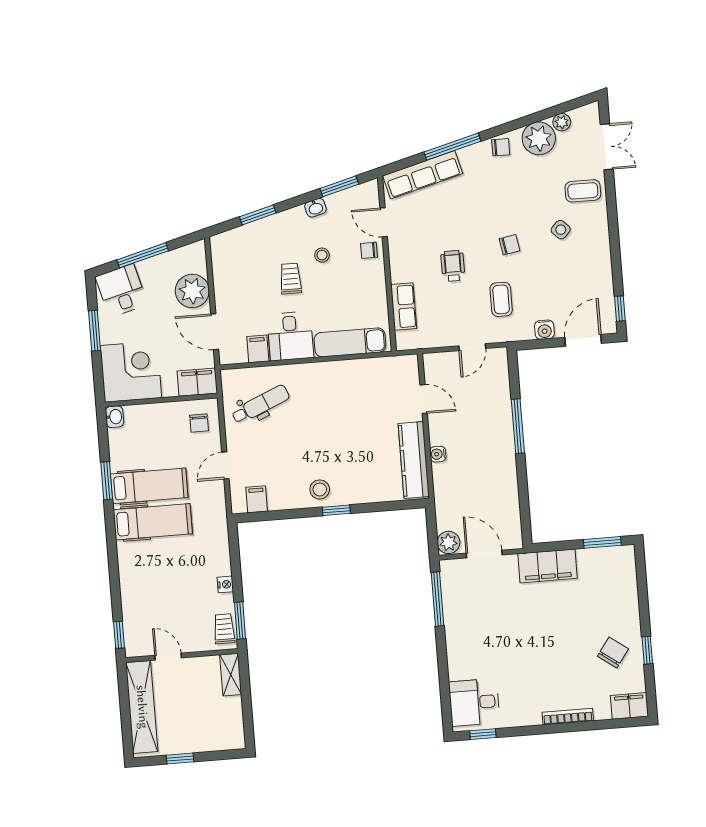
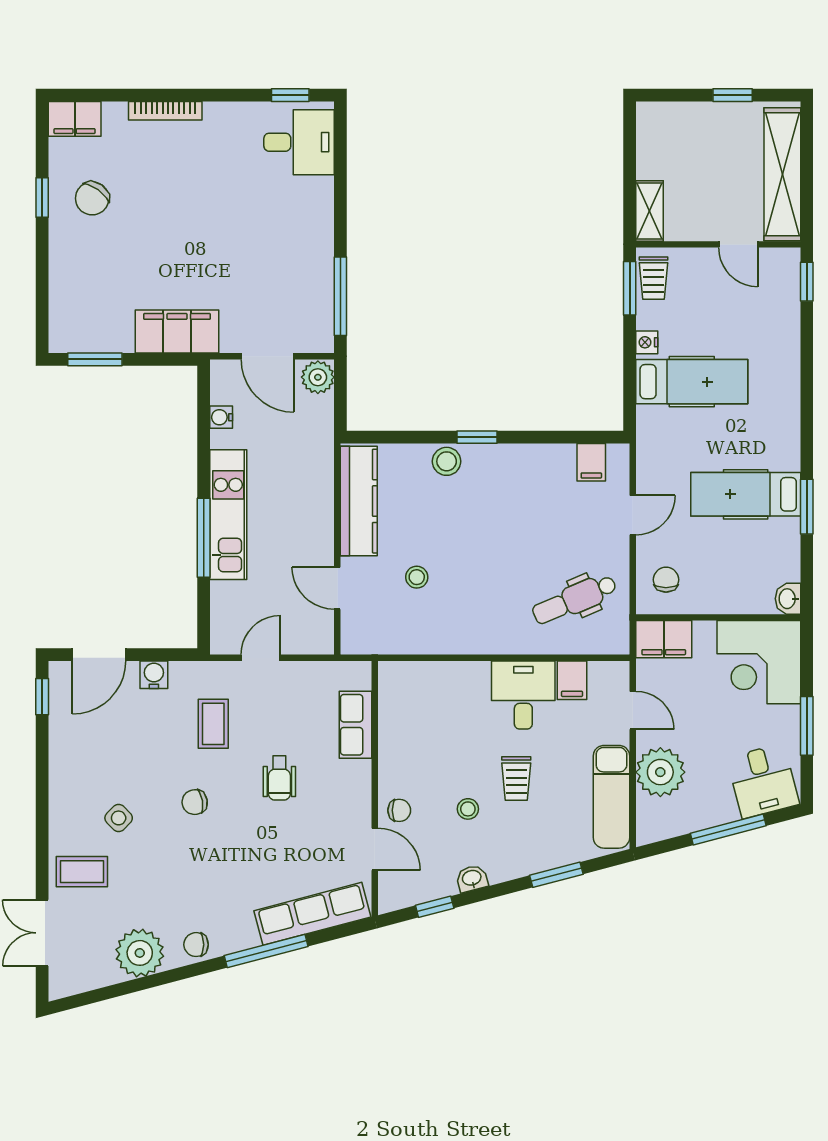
plant: (562, 122) -> (105, 974), removed
window: (339, 186) -> (435, 907), width x0.67
door: (215, 332) -> (633, 710), width x0.73
exam couch: (350, 342) -> (611, 797), moved, turned 90
stool: (370, 411) -> (417, 577), added
kitchen unit: (502, 443) -> (228, 515), added
water cooler: (438, 454) -> (221, 417), moved, turned 180
stool: (320, 489) -> (447, 461), moved
hospital bed: (153, 522) -> (692, 382), moved, turned 180

